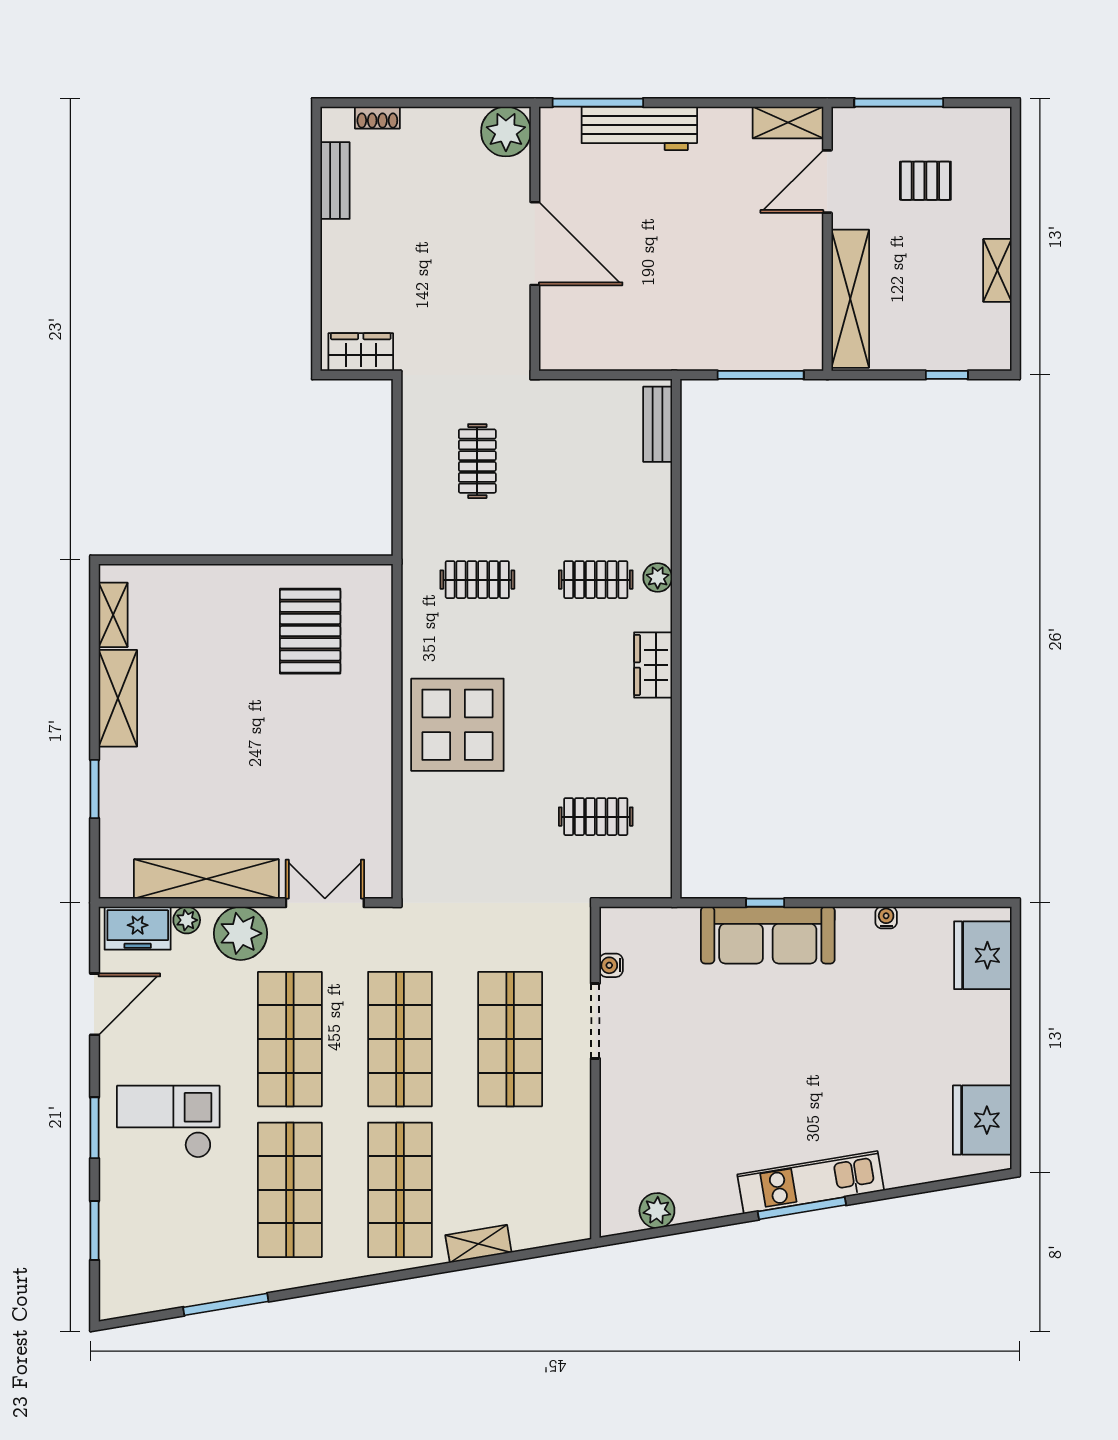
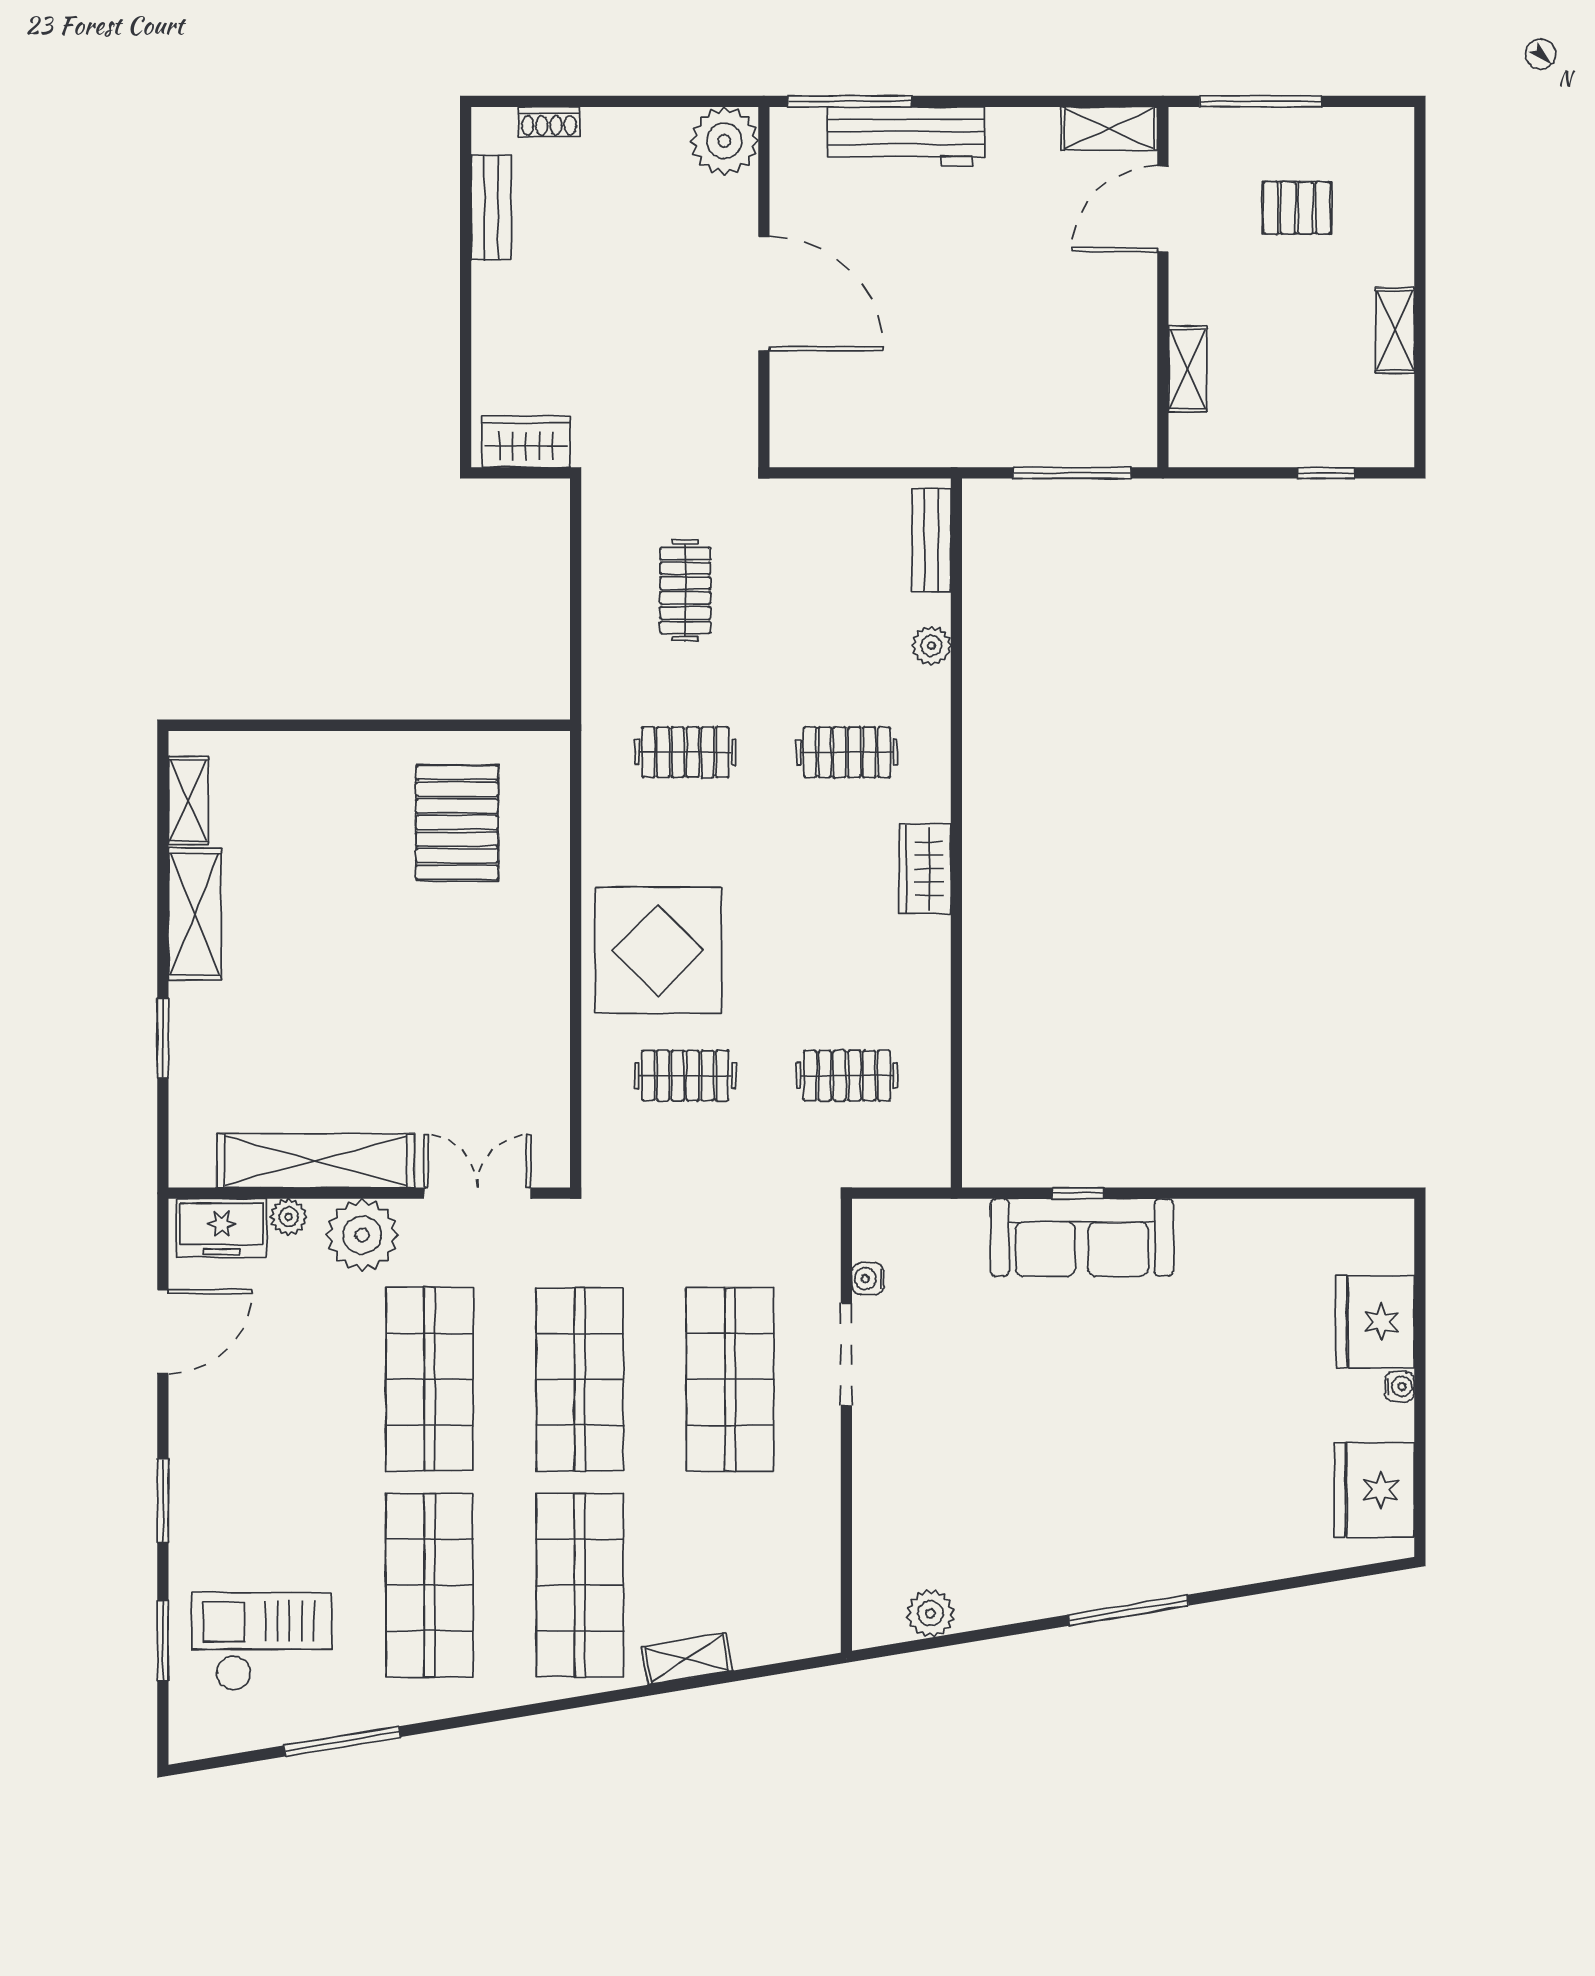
shelving: (850, 299) -> (1188, 369), width x0.45, depth x0.75
plant: (658, 577) -> (931, 646), moved
clothes rail: (477, 817) -> (685, 1076), added
water cooler: (886, 918) -> (1400, 1386), moved, turned 90
fridge: (983, 955) -> (1375, 1322), moved
checkout: (168, 1122) -> (262, 1641), moved
kitchen unit: (811, 1182) -> (1140, 1575), removed

